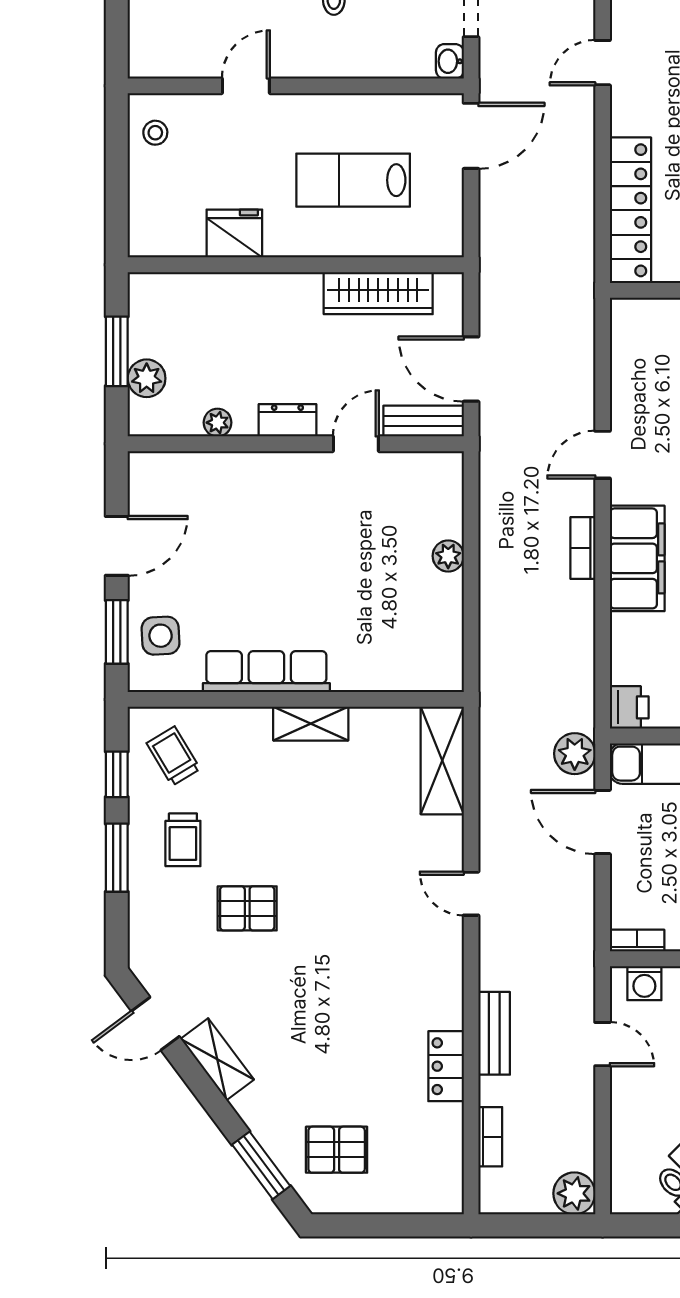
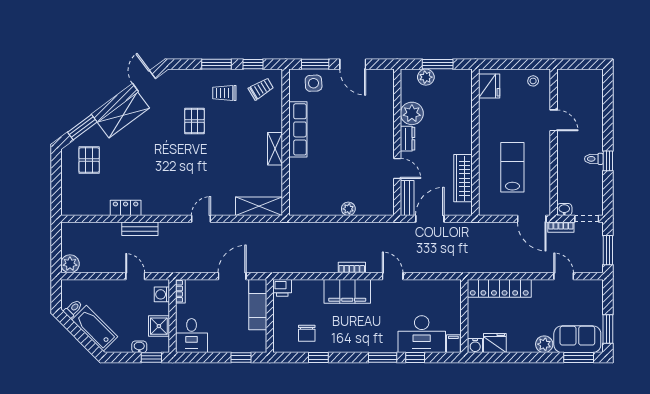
fridge: (234, 233) -> (489, 86), moved
plant: (218, 423) -> (412, 113), width x1.87, depth x1.87
plant: (575, 754) -> (262, 264), removed
door: (603, 1044) -> (135, 276), swing flipped
shelving: (217, 1059) -> (123, 115), width x1.50, depth x1.33
bookcase: (490, 1137) -> (561, 227), moved

